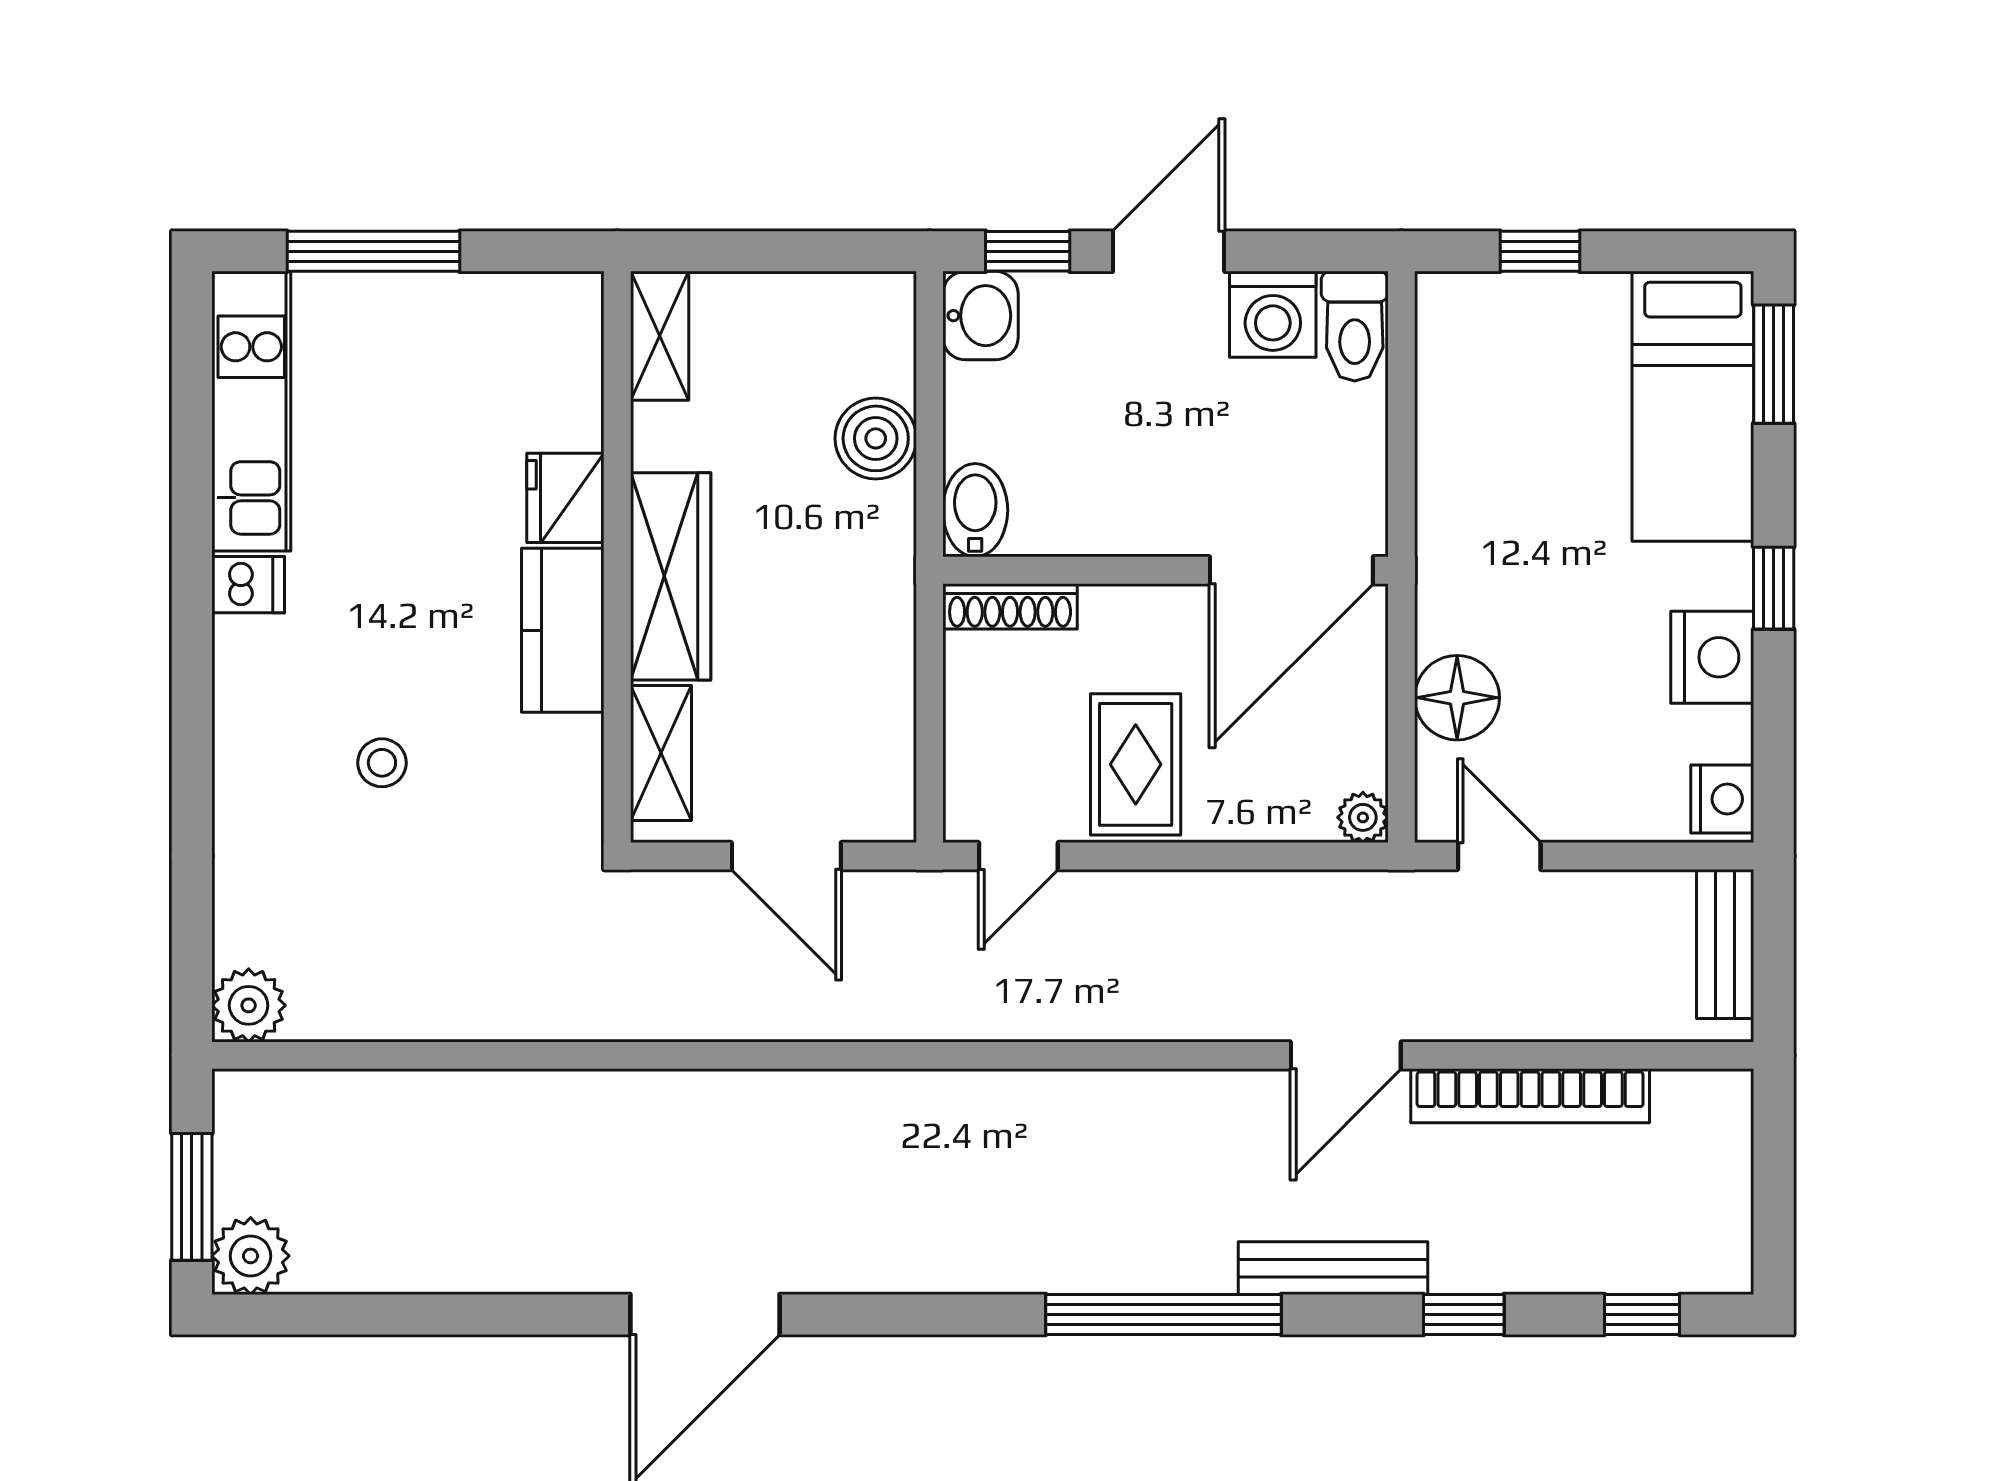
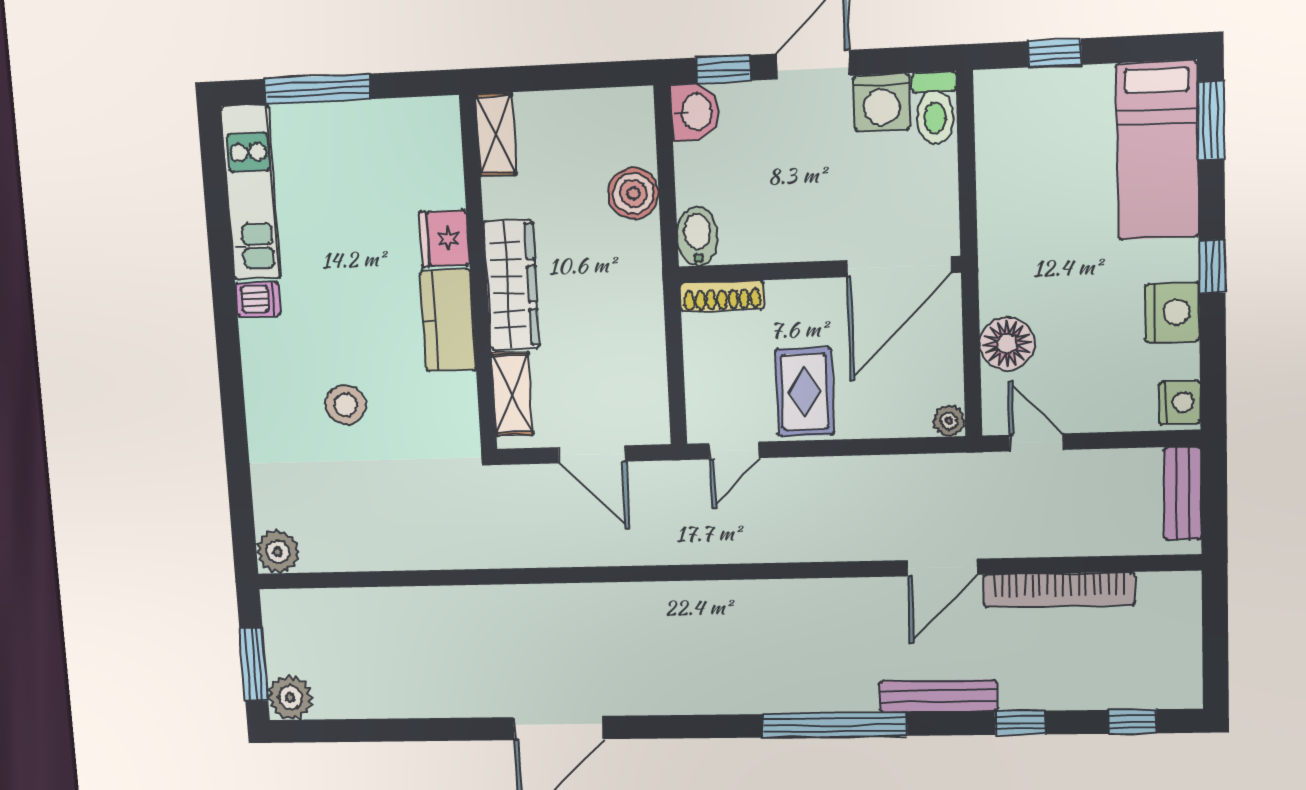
stool: (382, 763) -> (345, 405), width x1.37, depth x1.37

